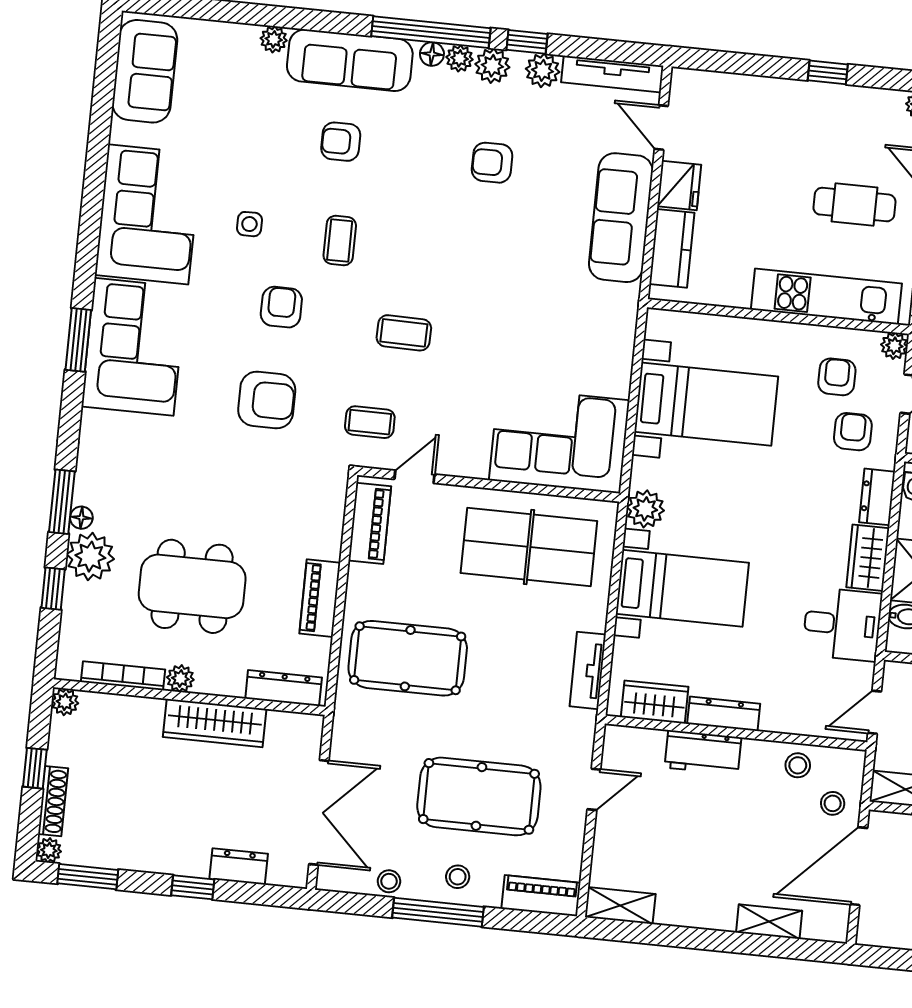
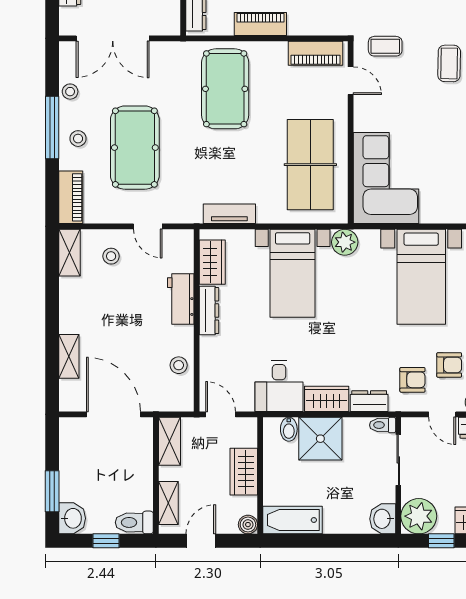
coffee table: (370, 422) -> (385, 46), turned 90
stool: (833, 803) -> (111, 256), moved

